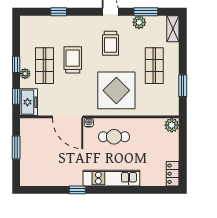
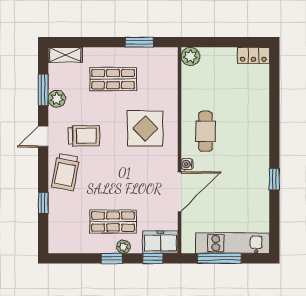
trolley: (73, 60) -> (65, 172), moved, turned -79
display table: (116, 90) -> (145, 128), width x0.73, depth x0.73
window: (16, 147) -> (219, 258), width x1.44
kitchen unit: (111, 178) -> (233, 243), moved, turned 90

